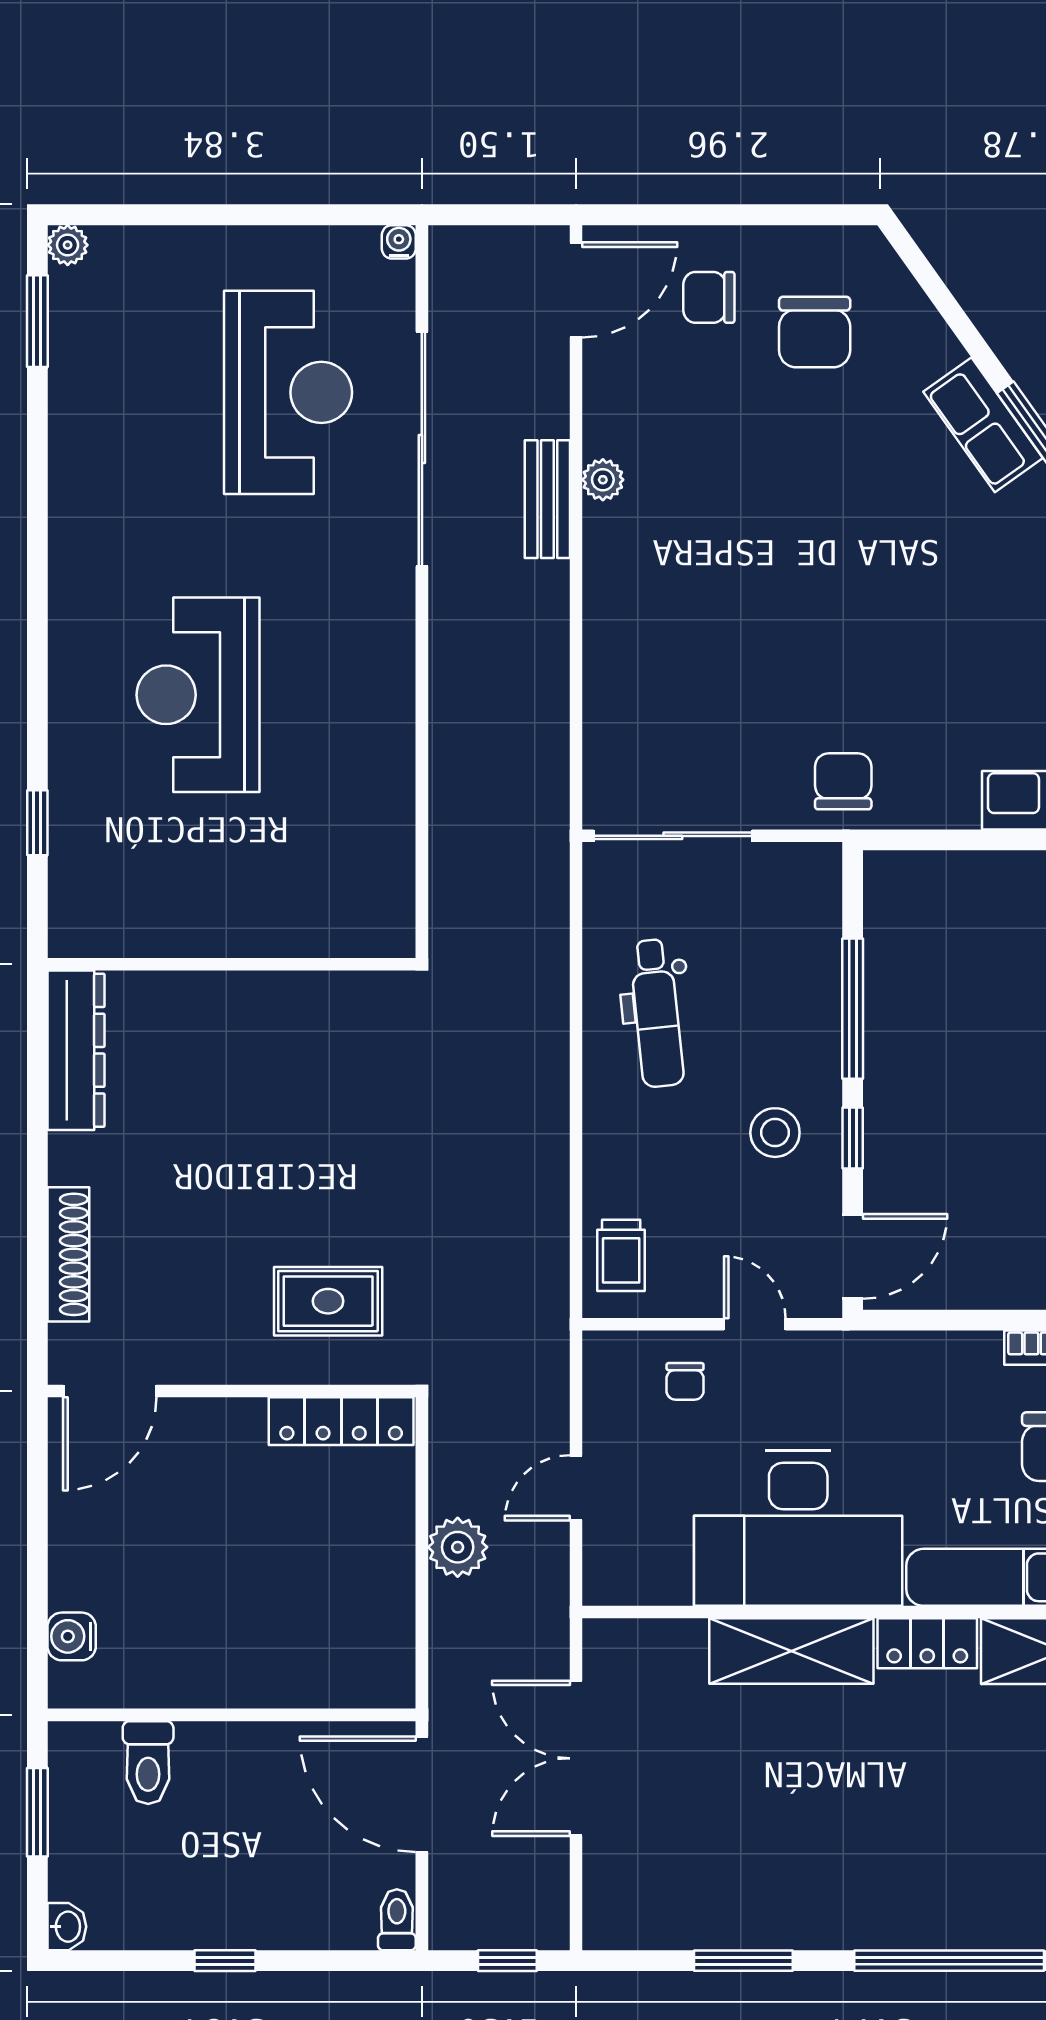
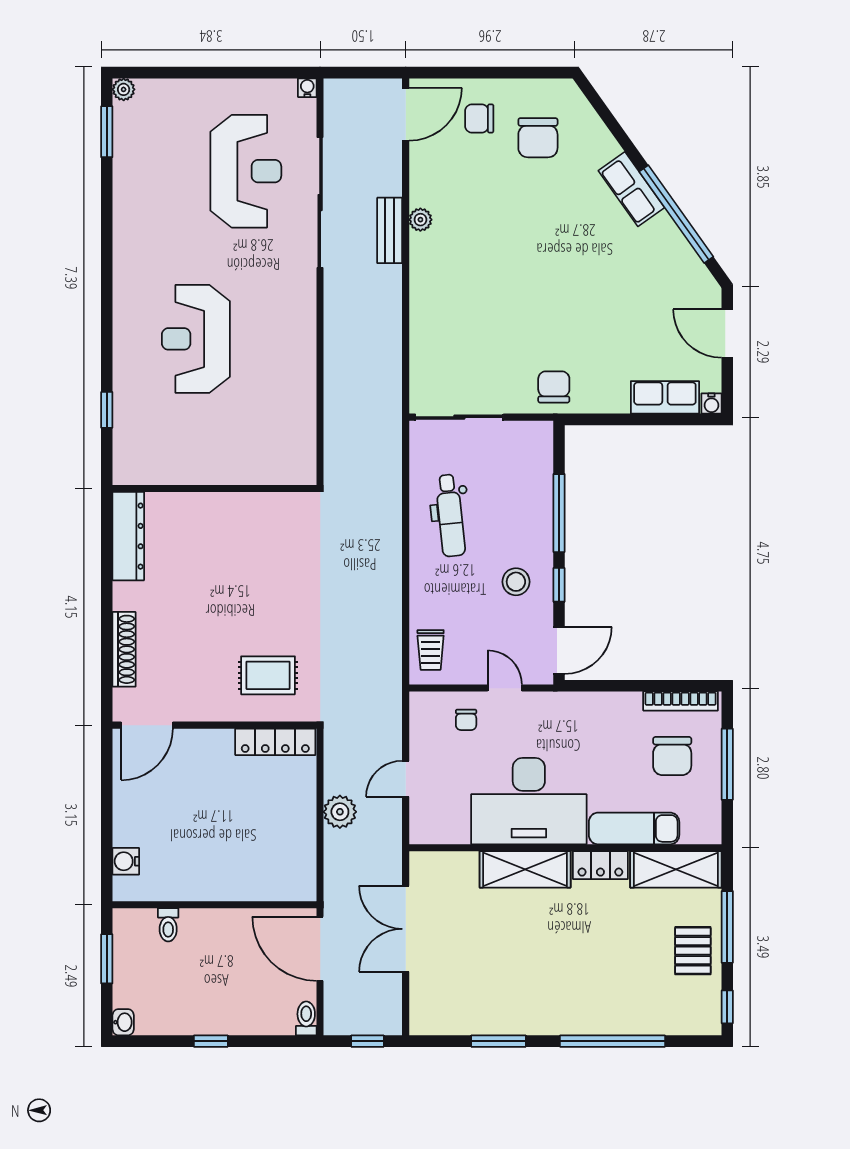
toilet: (148, 1763) -> (168, 925), width x0.73, depth x0.72

